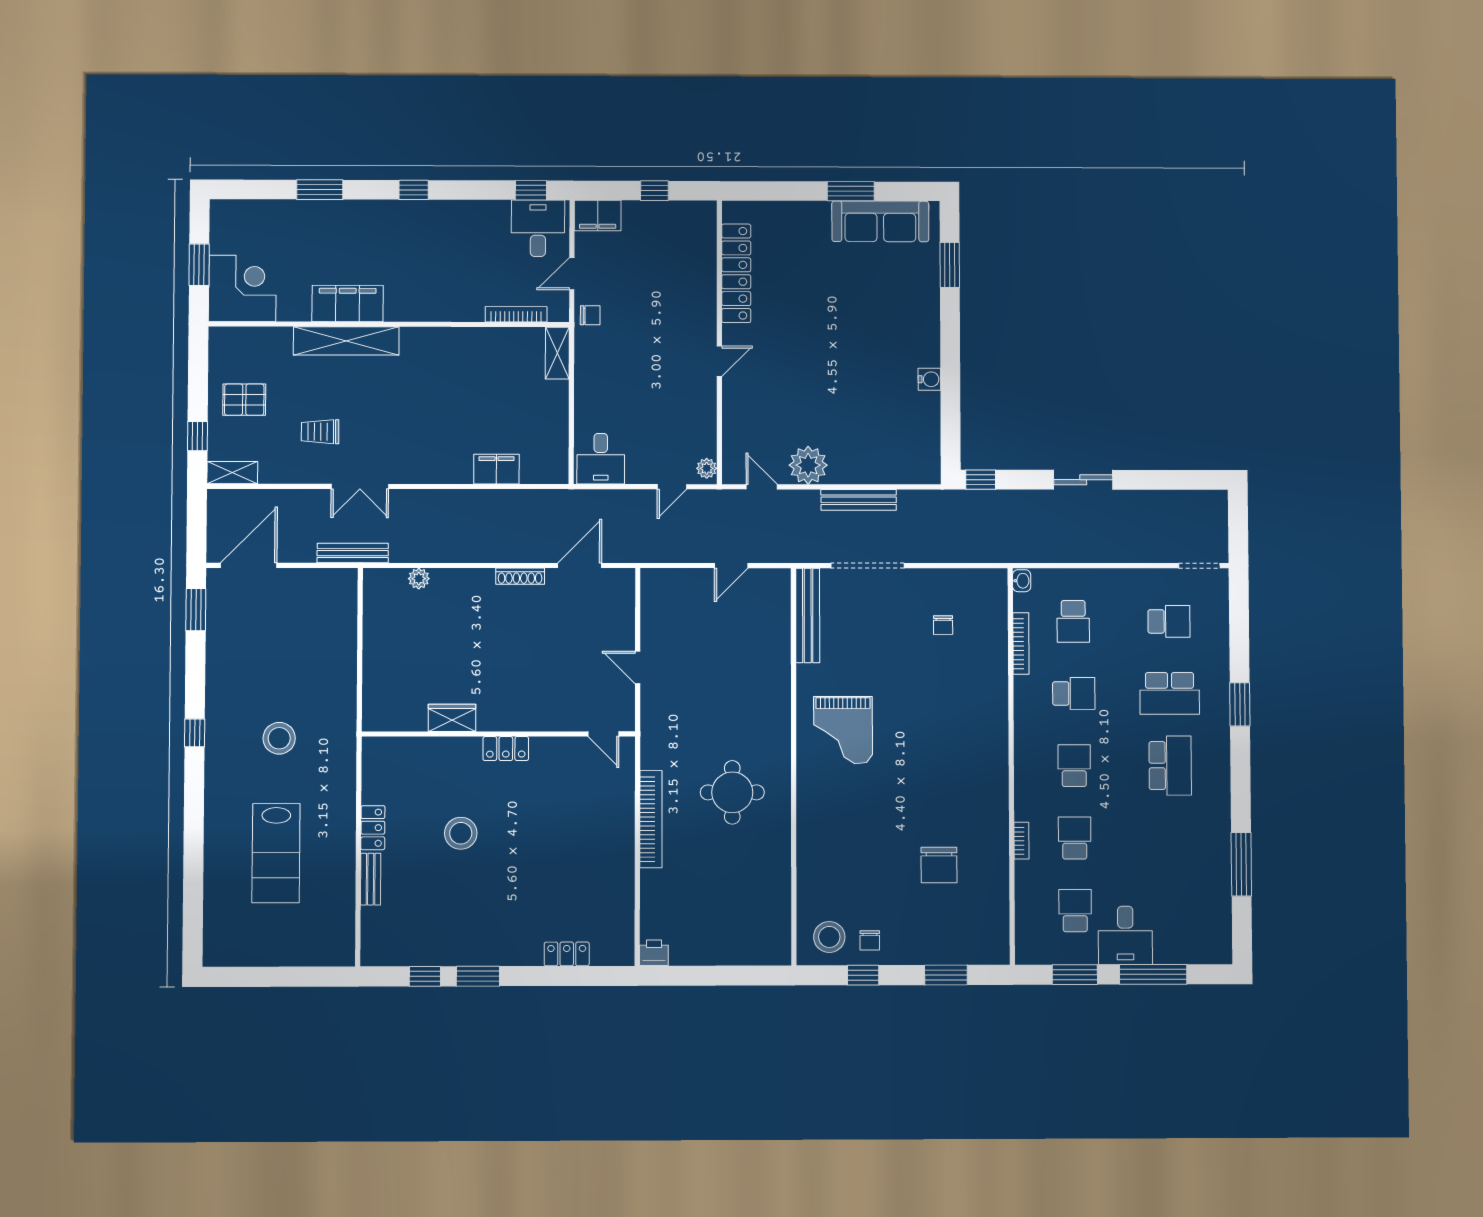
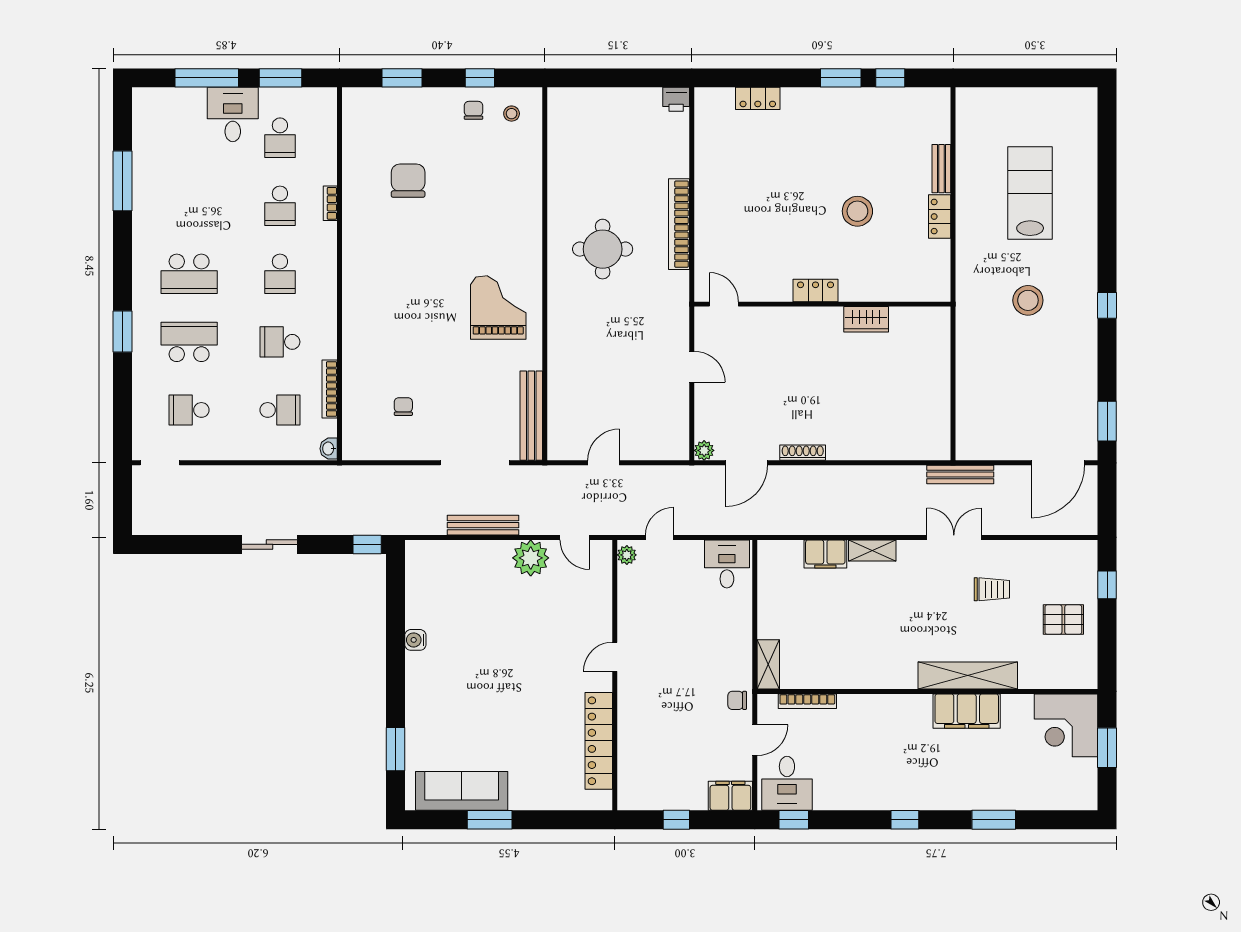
shelving: (232, 473) -> (872, 550), moved
plant: (419, 579) -> (704, 450), moved
school desk: (1073, 621) -> (280, 410), turned 90
school desk: (1170, 766) -> (189, 274), turned -90
stool: (829, 937) -> (512, 114), width x0.53, depth x0.53

